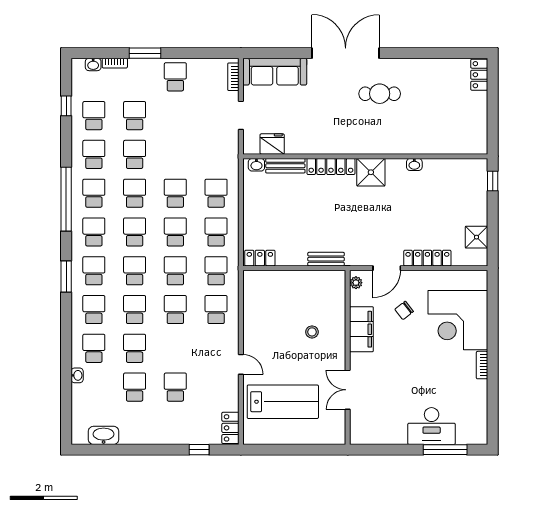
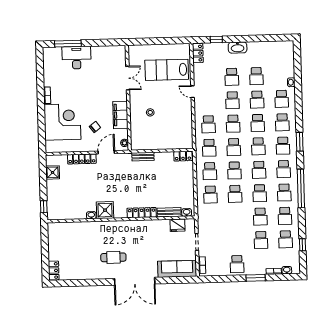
shower: (371, 172) -> (105, 210), moved
school desk: (175, 348) -> (232, 100), added
washbasin: (104, 435) -> (238, 48), moved

